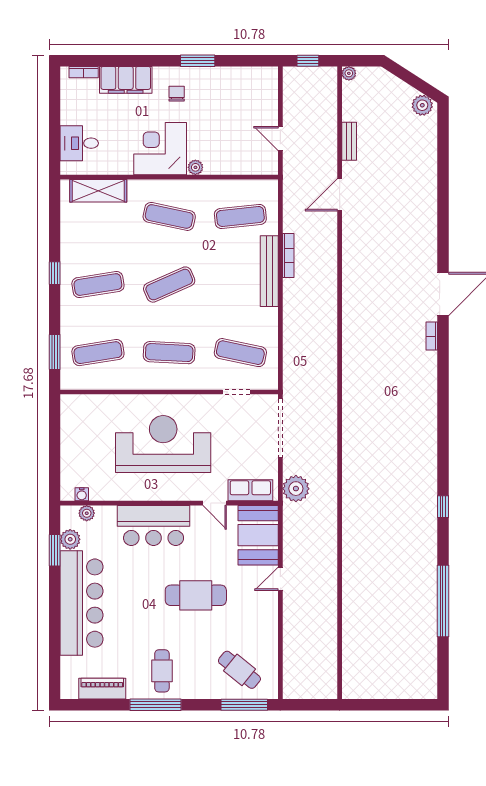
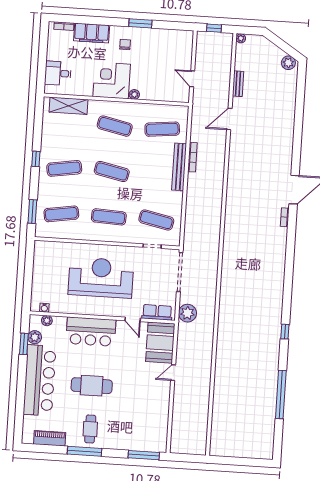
exercise mat: (169, 285) -> (112, 171), turned 36
cafe table: (196, 595) -> (92, 386), moved
cafe table: (239, 670) -> (142, 432), removed

